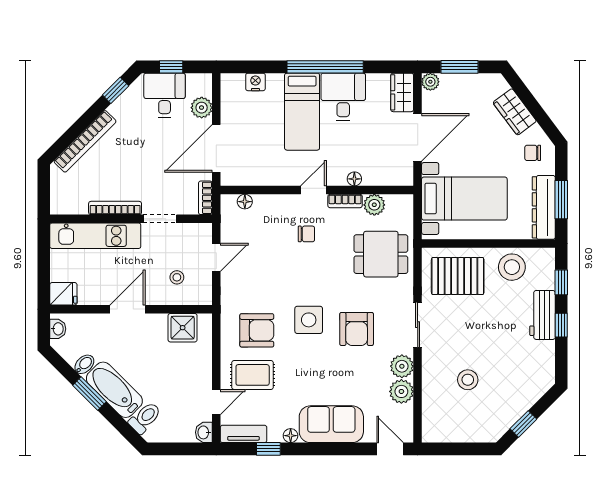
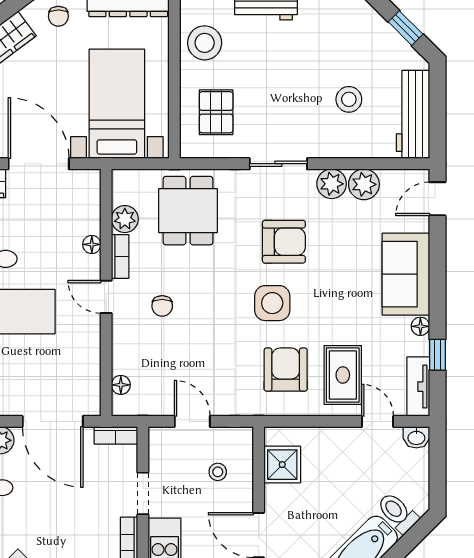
chair: (306, 234) -> (162, 306), turned 180
pallet: (458, 276) -> (216, 112), width x0.67, depth x0.71
workbench: (456, 430) -> (413, 114), added

